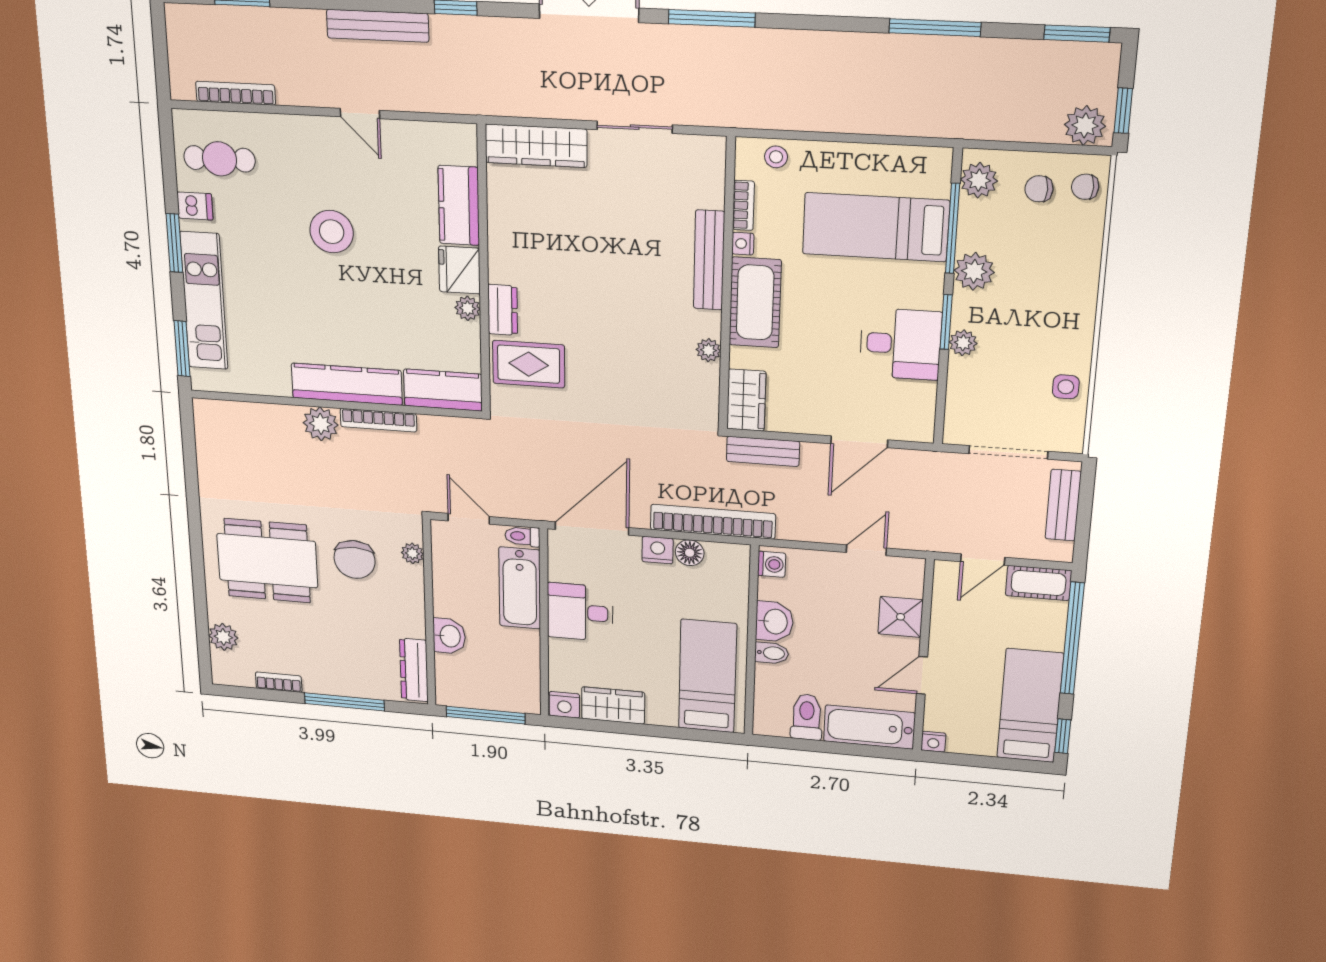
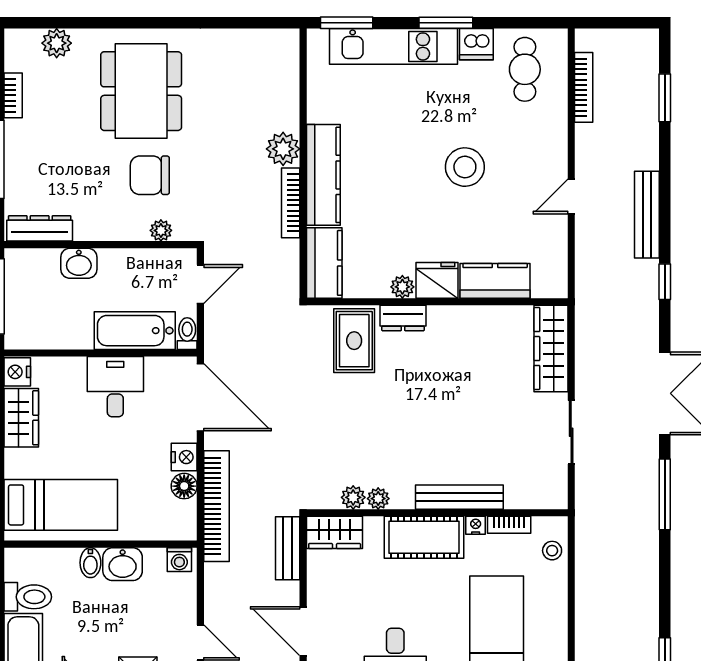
dishwasher: (195, 206) -> (476, 44), width x1.38
plant: (707, 377) -> (353, 497), added

